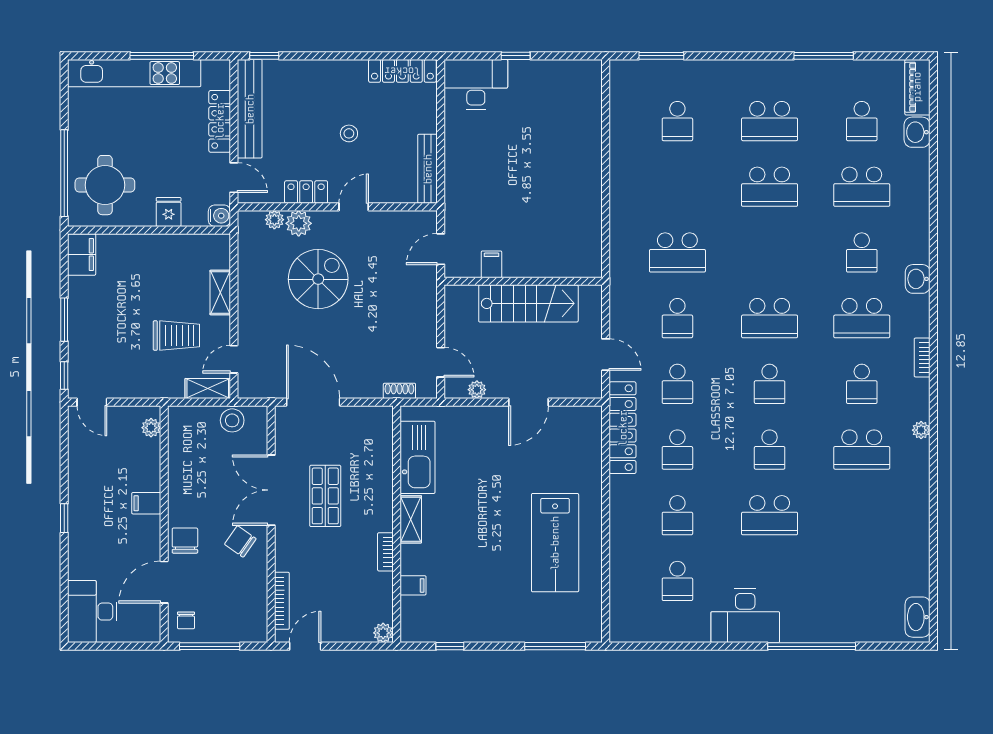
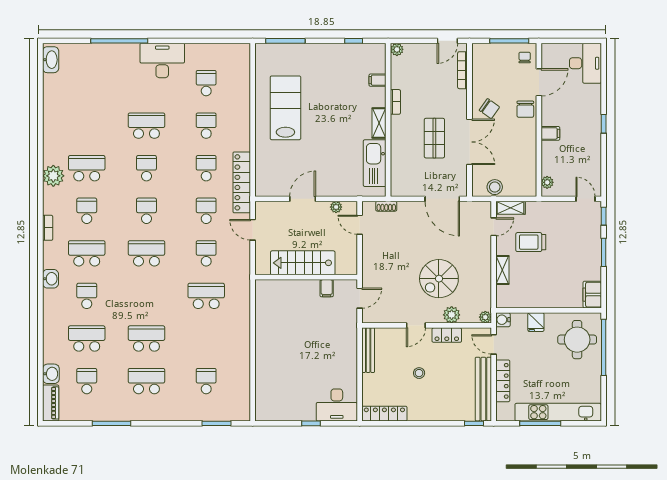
plant: (274, 220) -> (485, 317), moved
plant: (921, 430) -> (53, 176), width x1.87, depth x1.87

